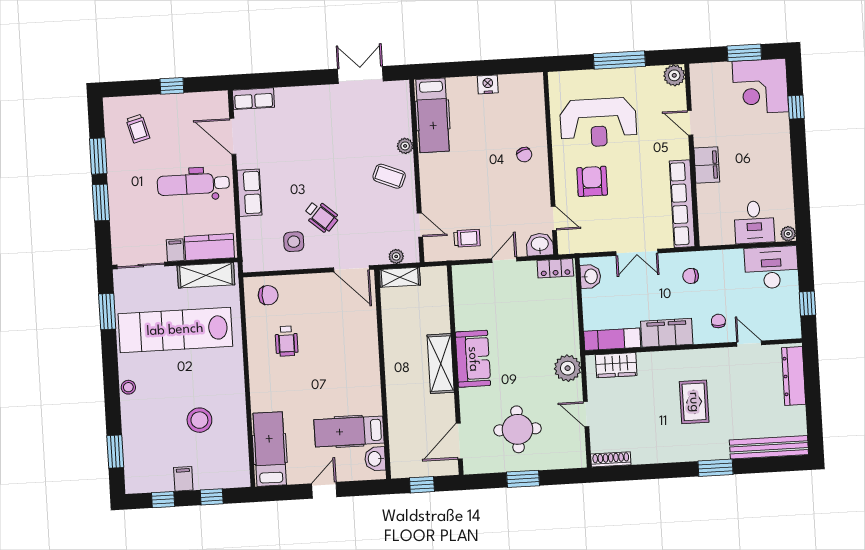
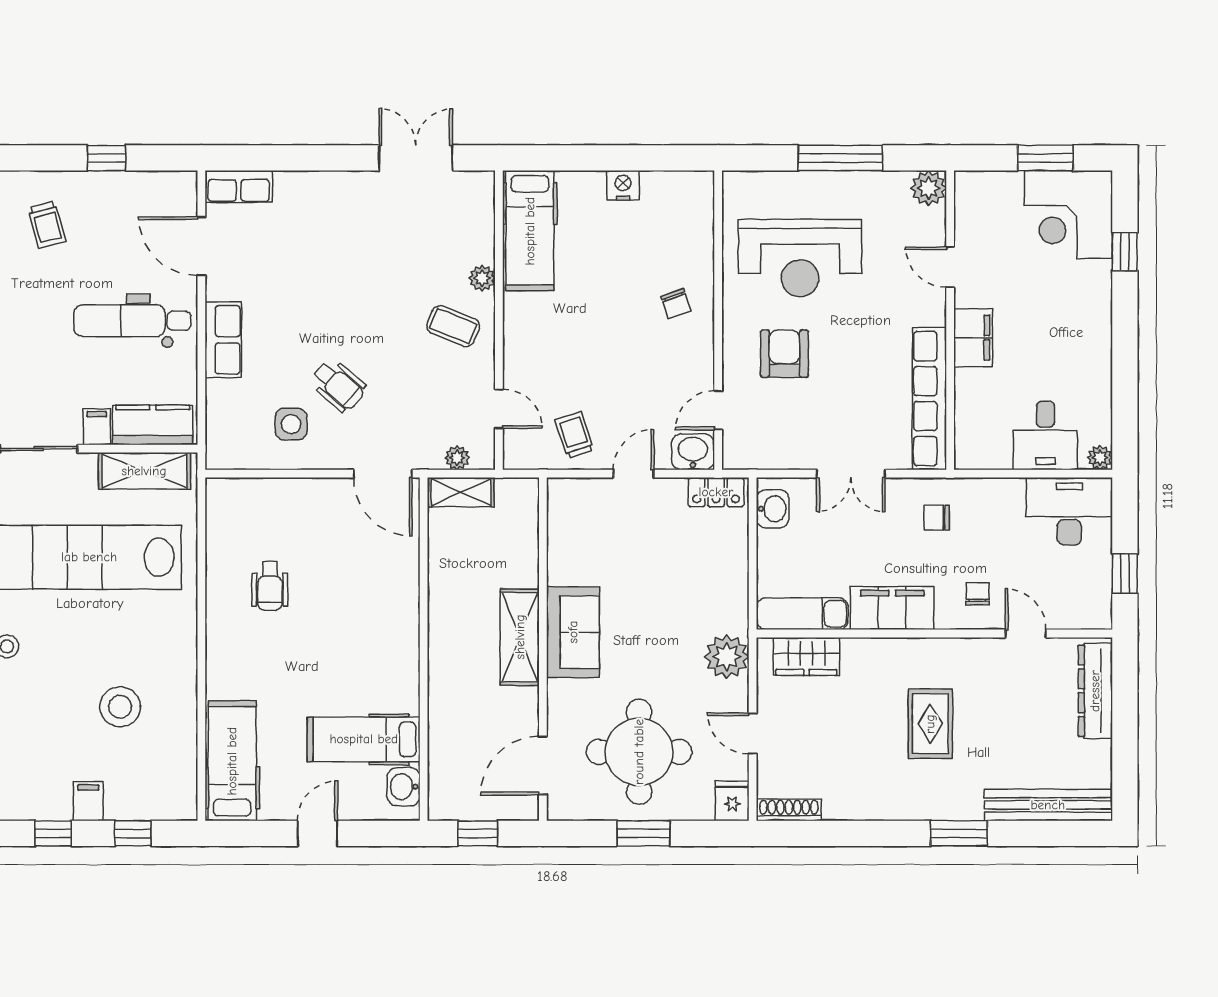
door: (554, 218) -> (718, 410), swing flipped
trolley: (467, 238) -> (575, 435), turned -108
chair: (268, 295) -> (244, 509), removed
round table: (518, 429) -> (639, 752), width x1.36, depth x1.36
fridge: (576, 456) -> (732, 801), added

